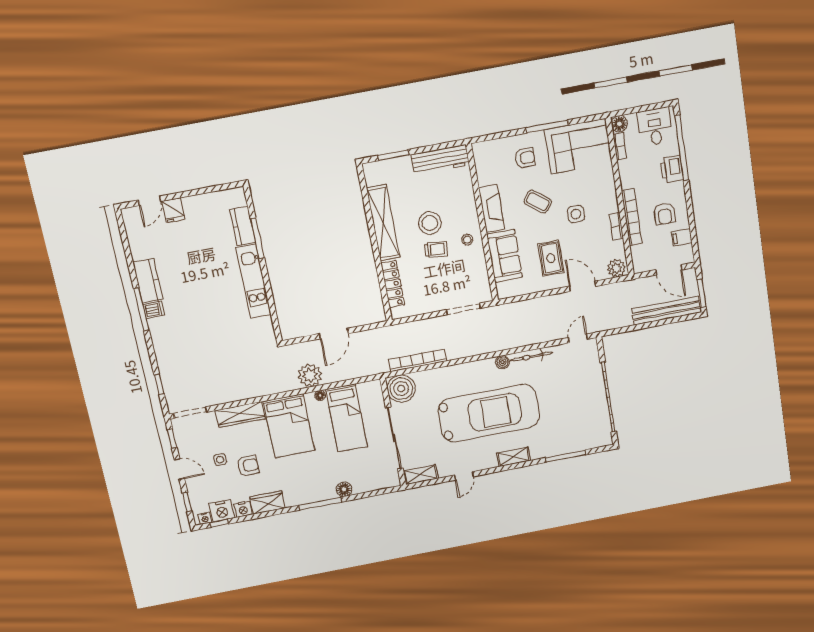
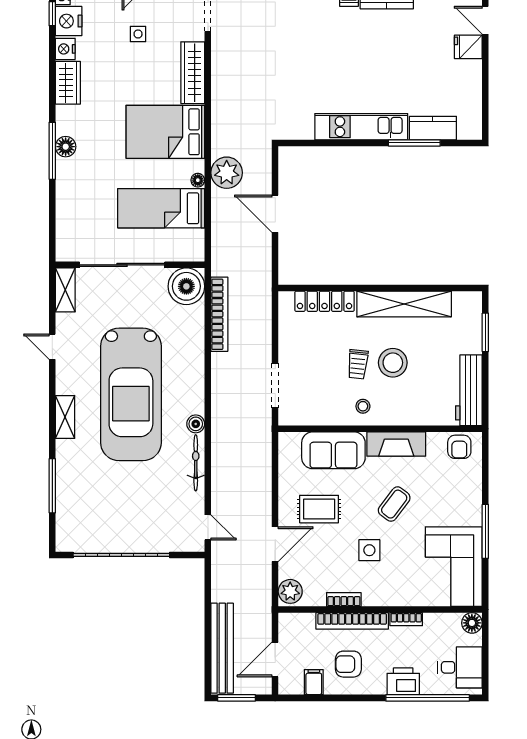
bookcase: (620, 146) -> (406, 619), moved
armchair: (525, 158) -> (459, 447), moved
armchair: (248, 466) -> (123, 68), removed
floor lamp: (344, 489) -> (66, 147), moved

